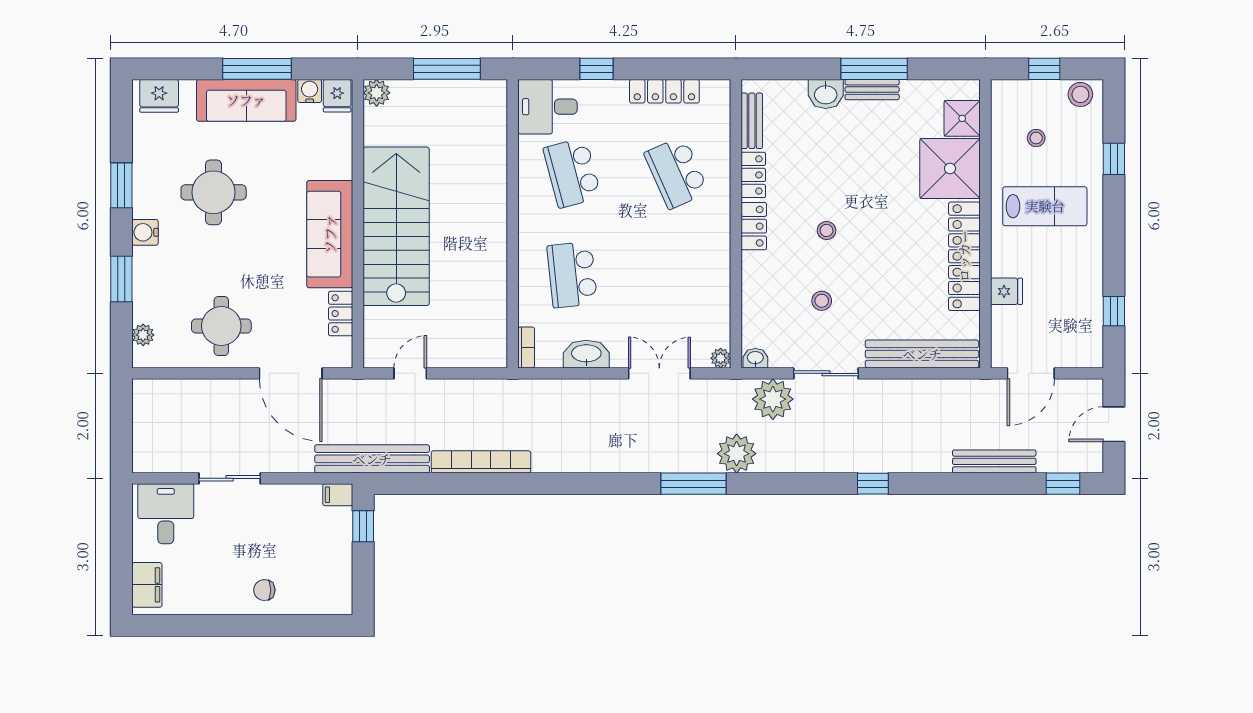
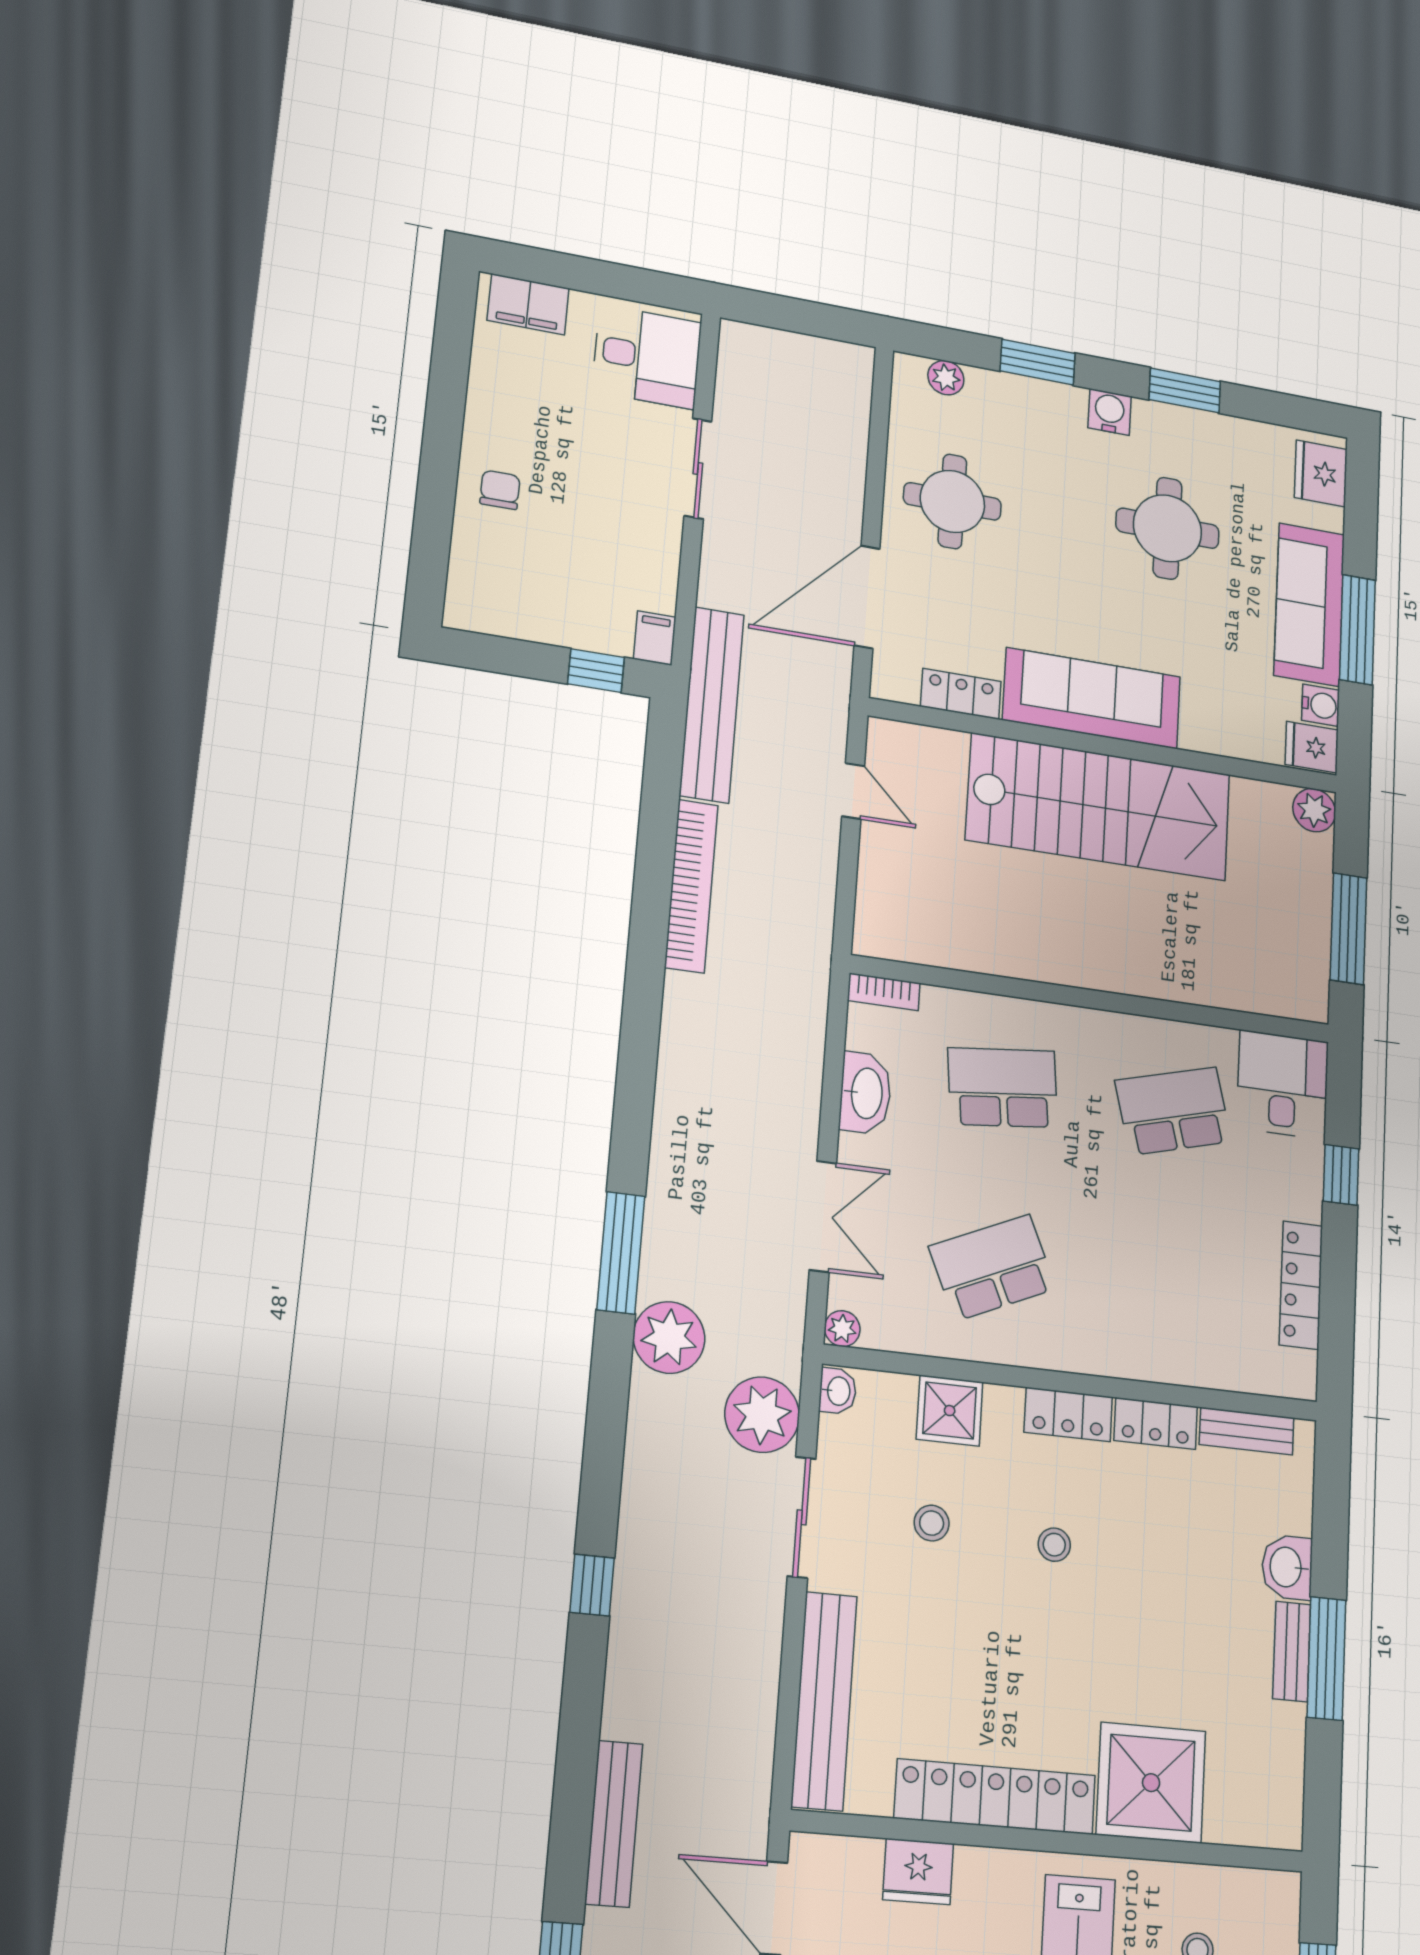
shower: (962, 118) -> (950, 1411), moved
school desk: (676, 173) -> (992, 1268), moved
fridge: (1007, 291) -> (918, 1871), width x1.38

